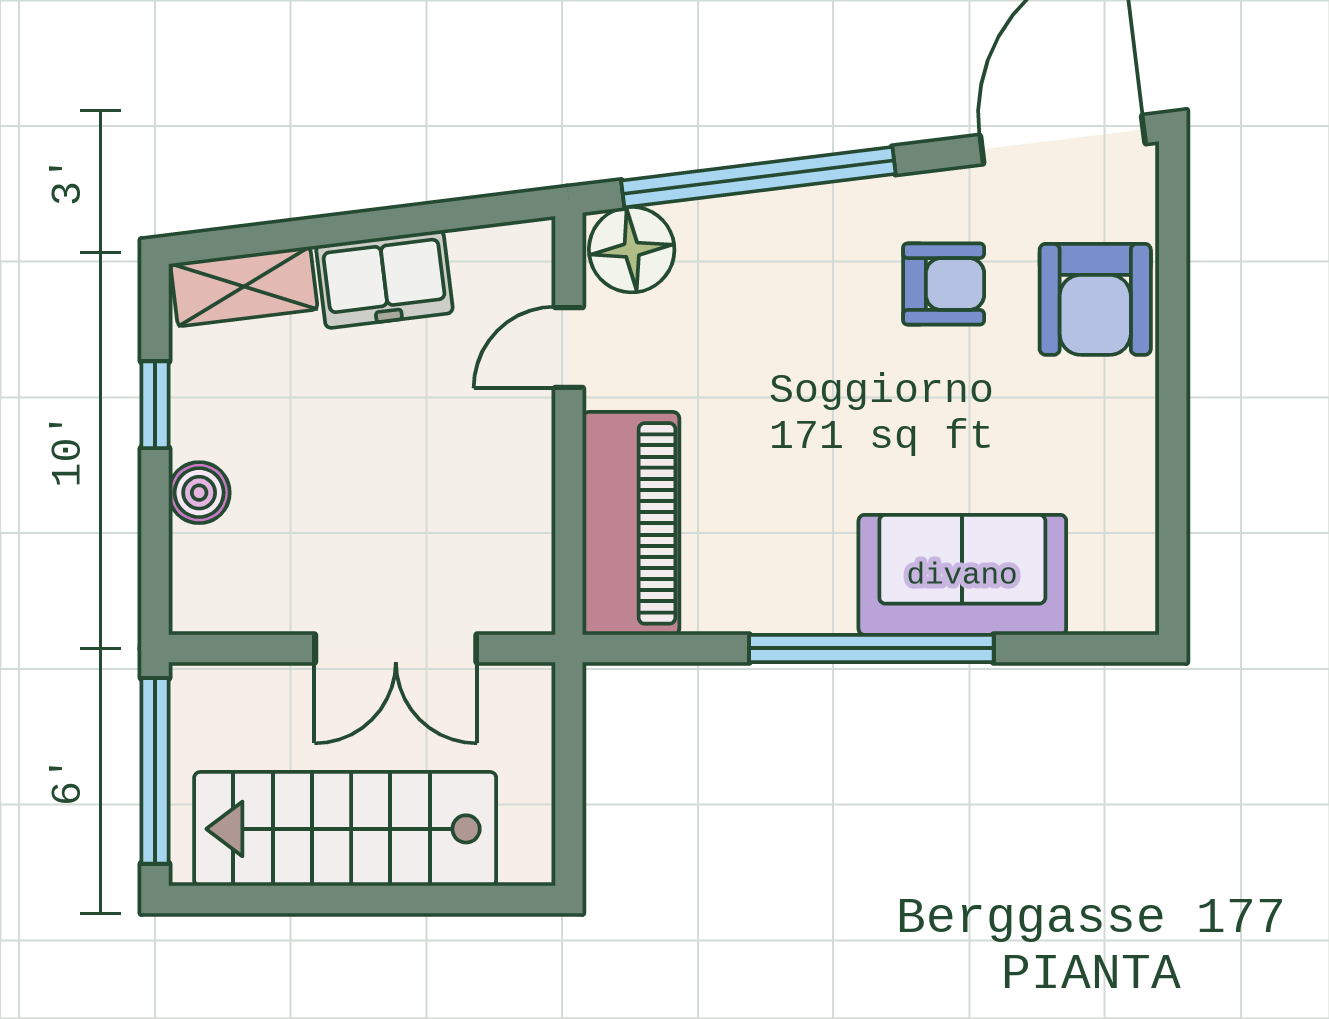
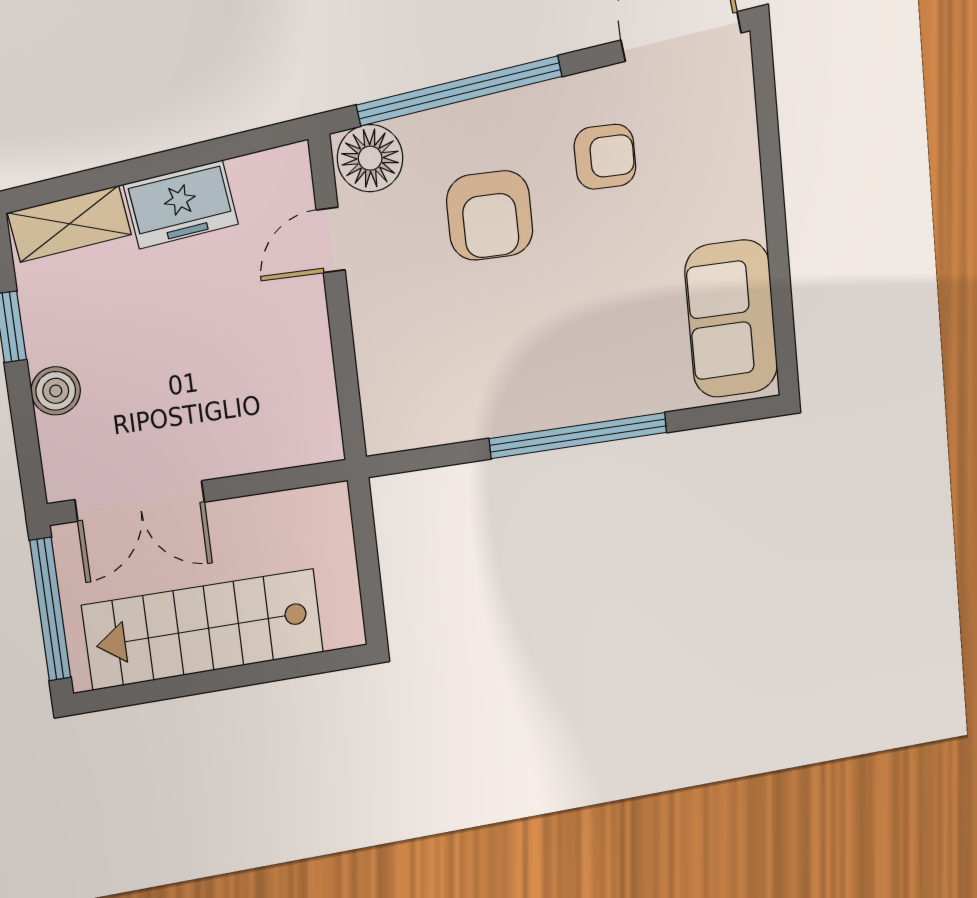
armchair: (1095, 299) -> (490, 215), moved
piano: (631, 523) -> (393, 368), removed
sofa: (962, 575) -> (731, 319), moved, turned -90
double door: (396, 648) -> (140, 501), moved

